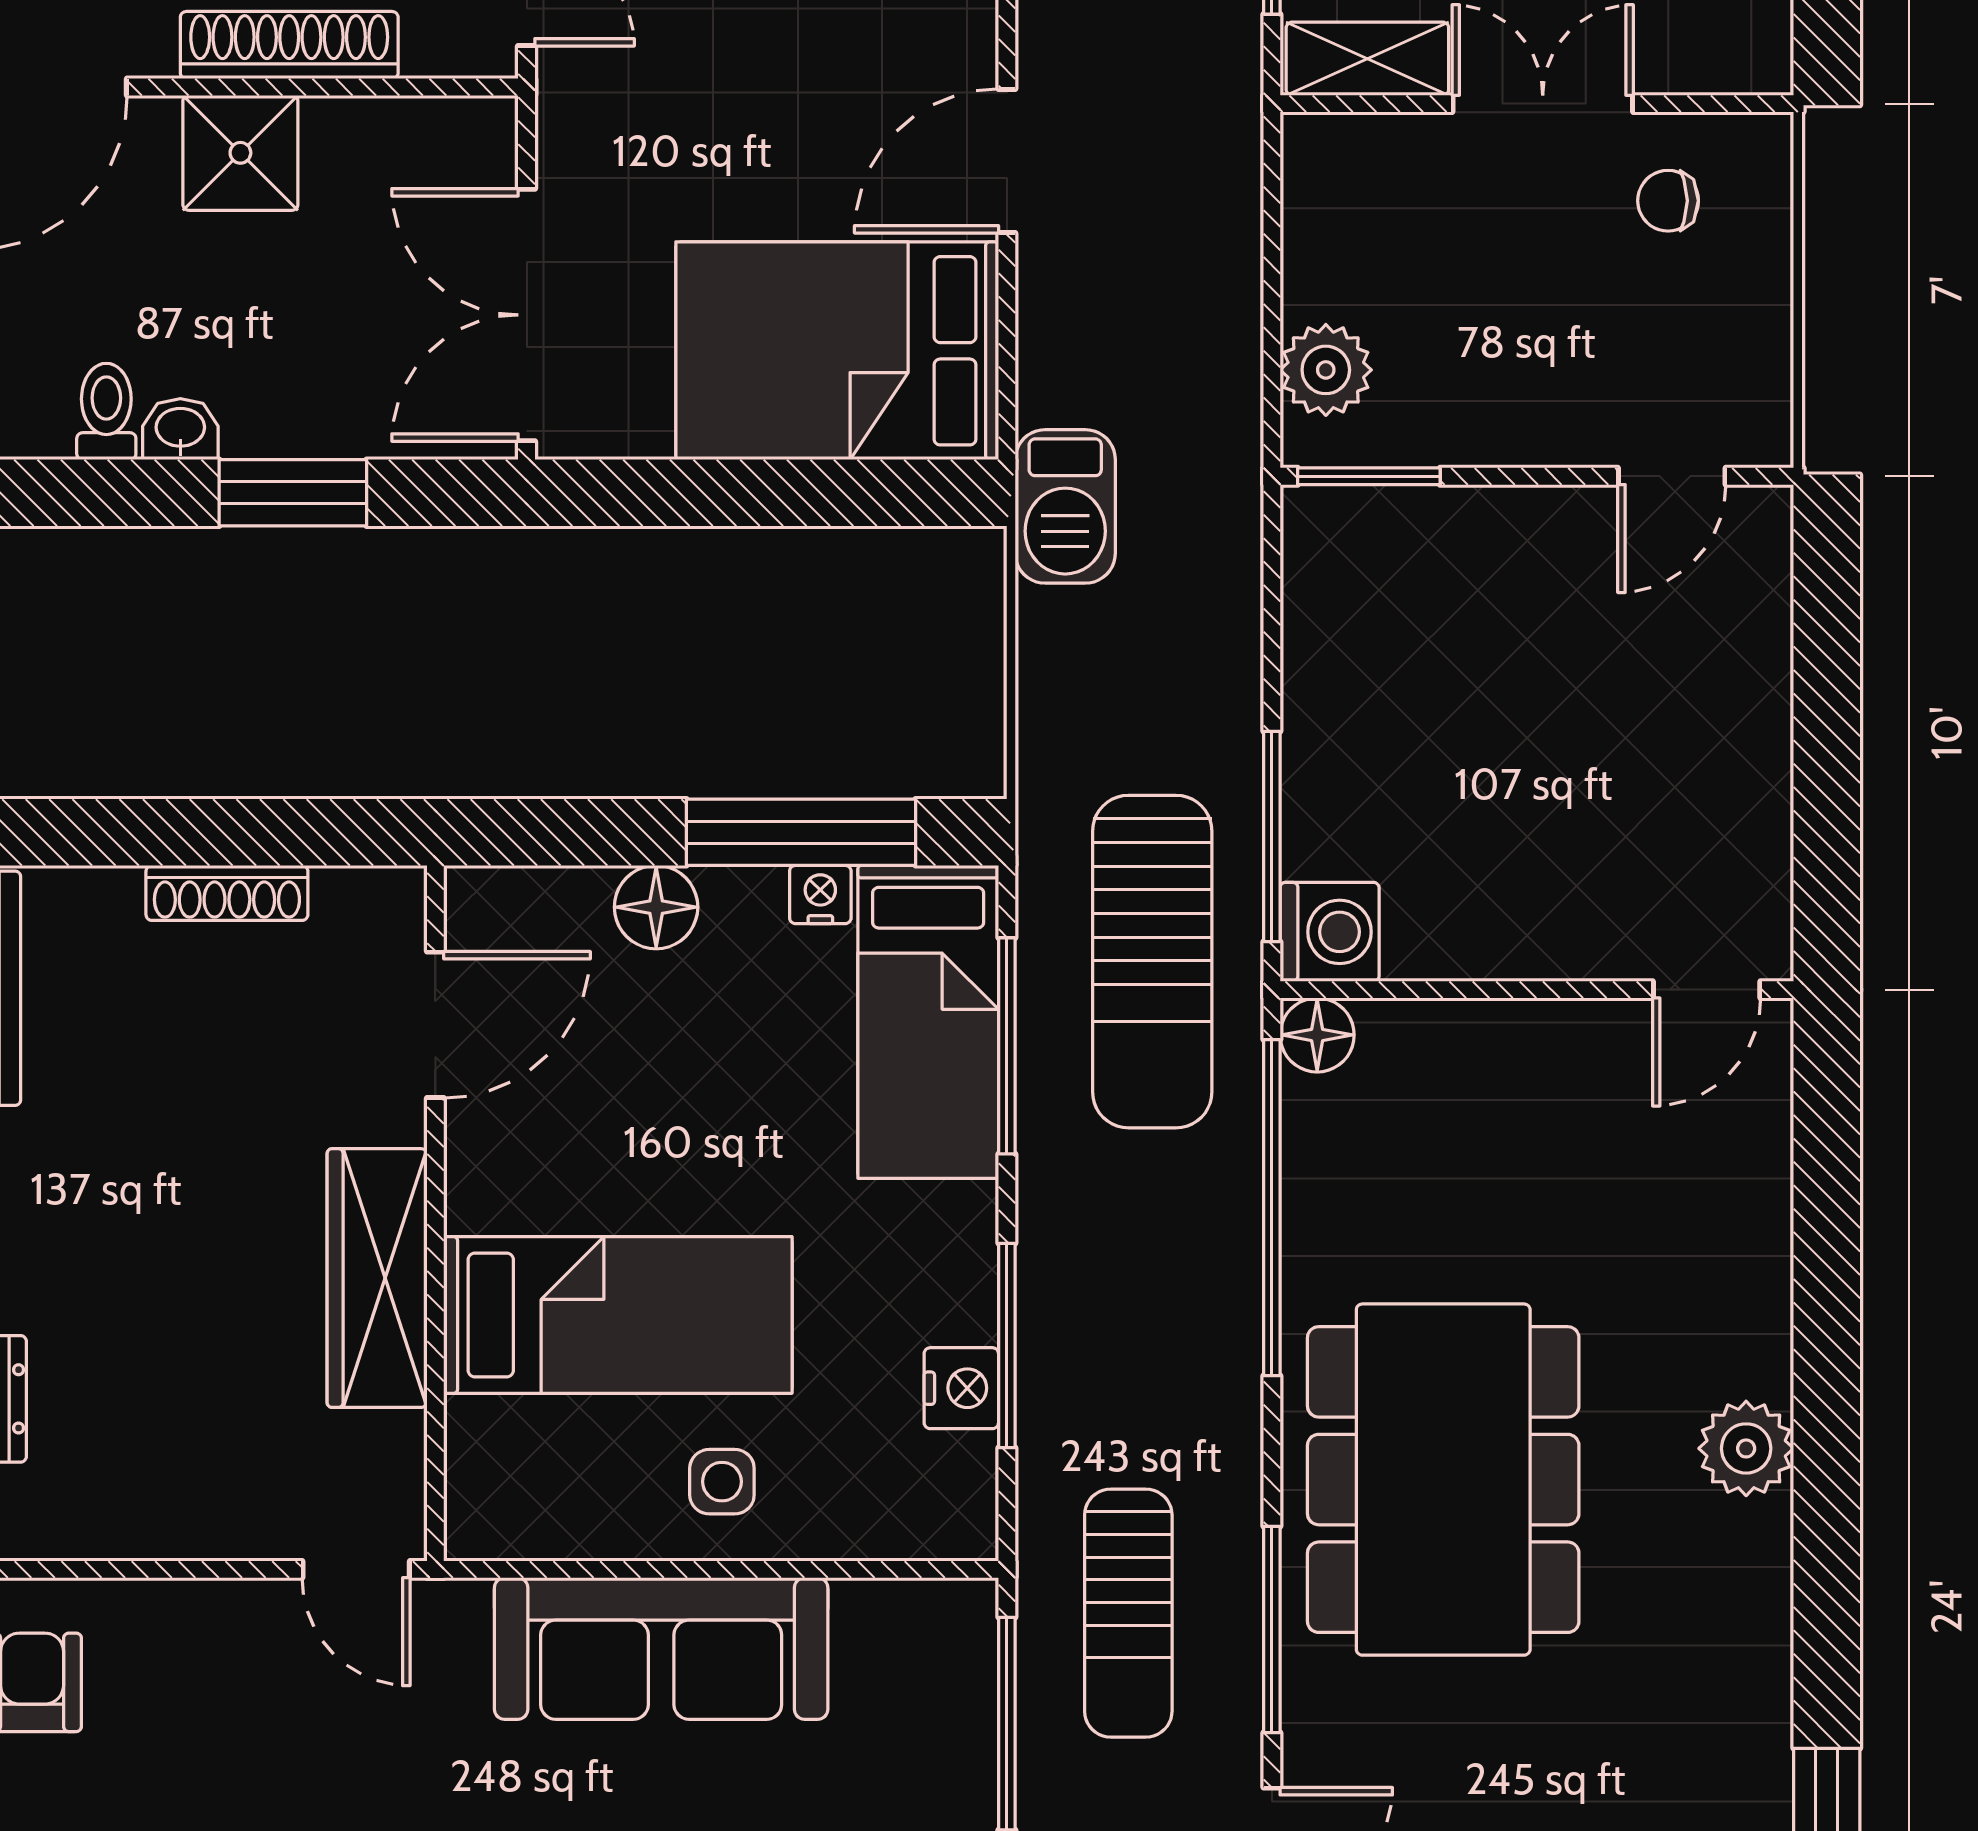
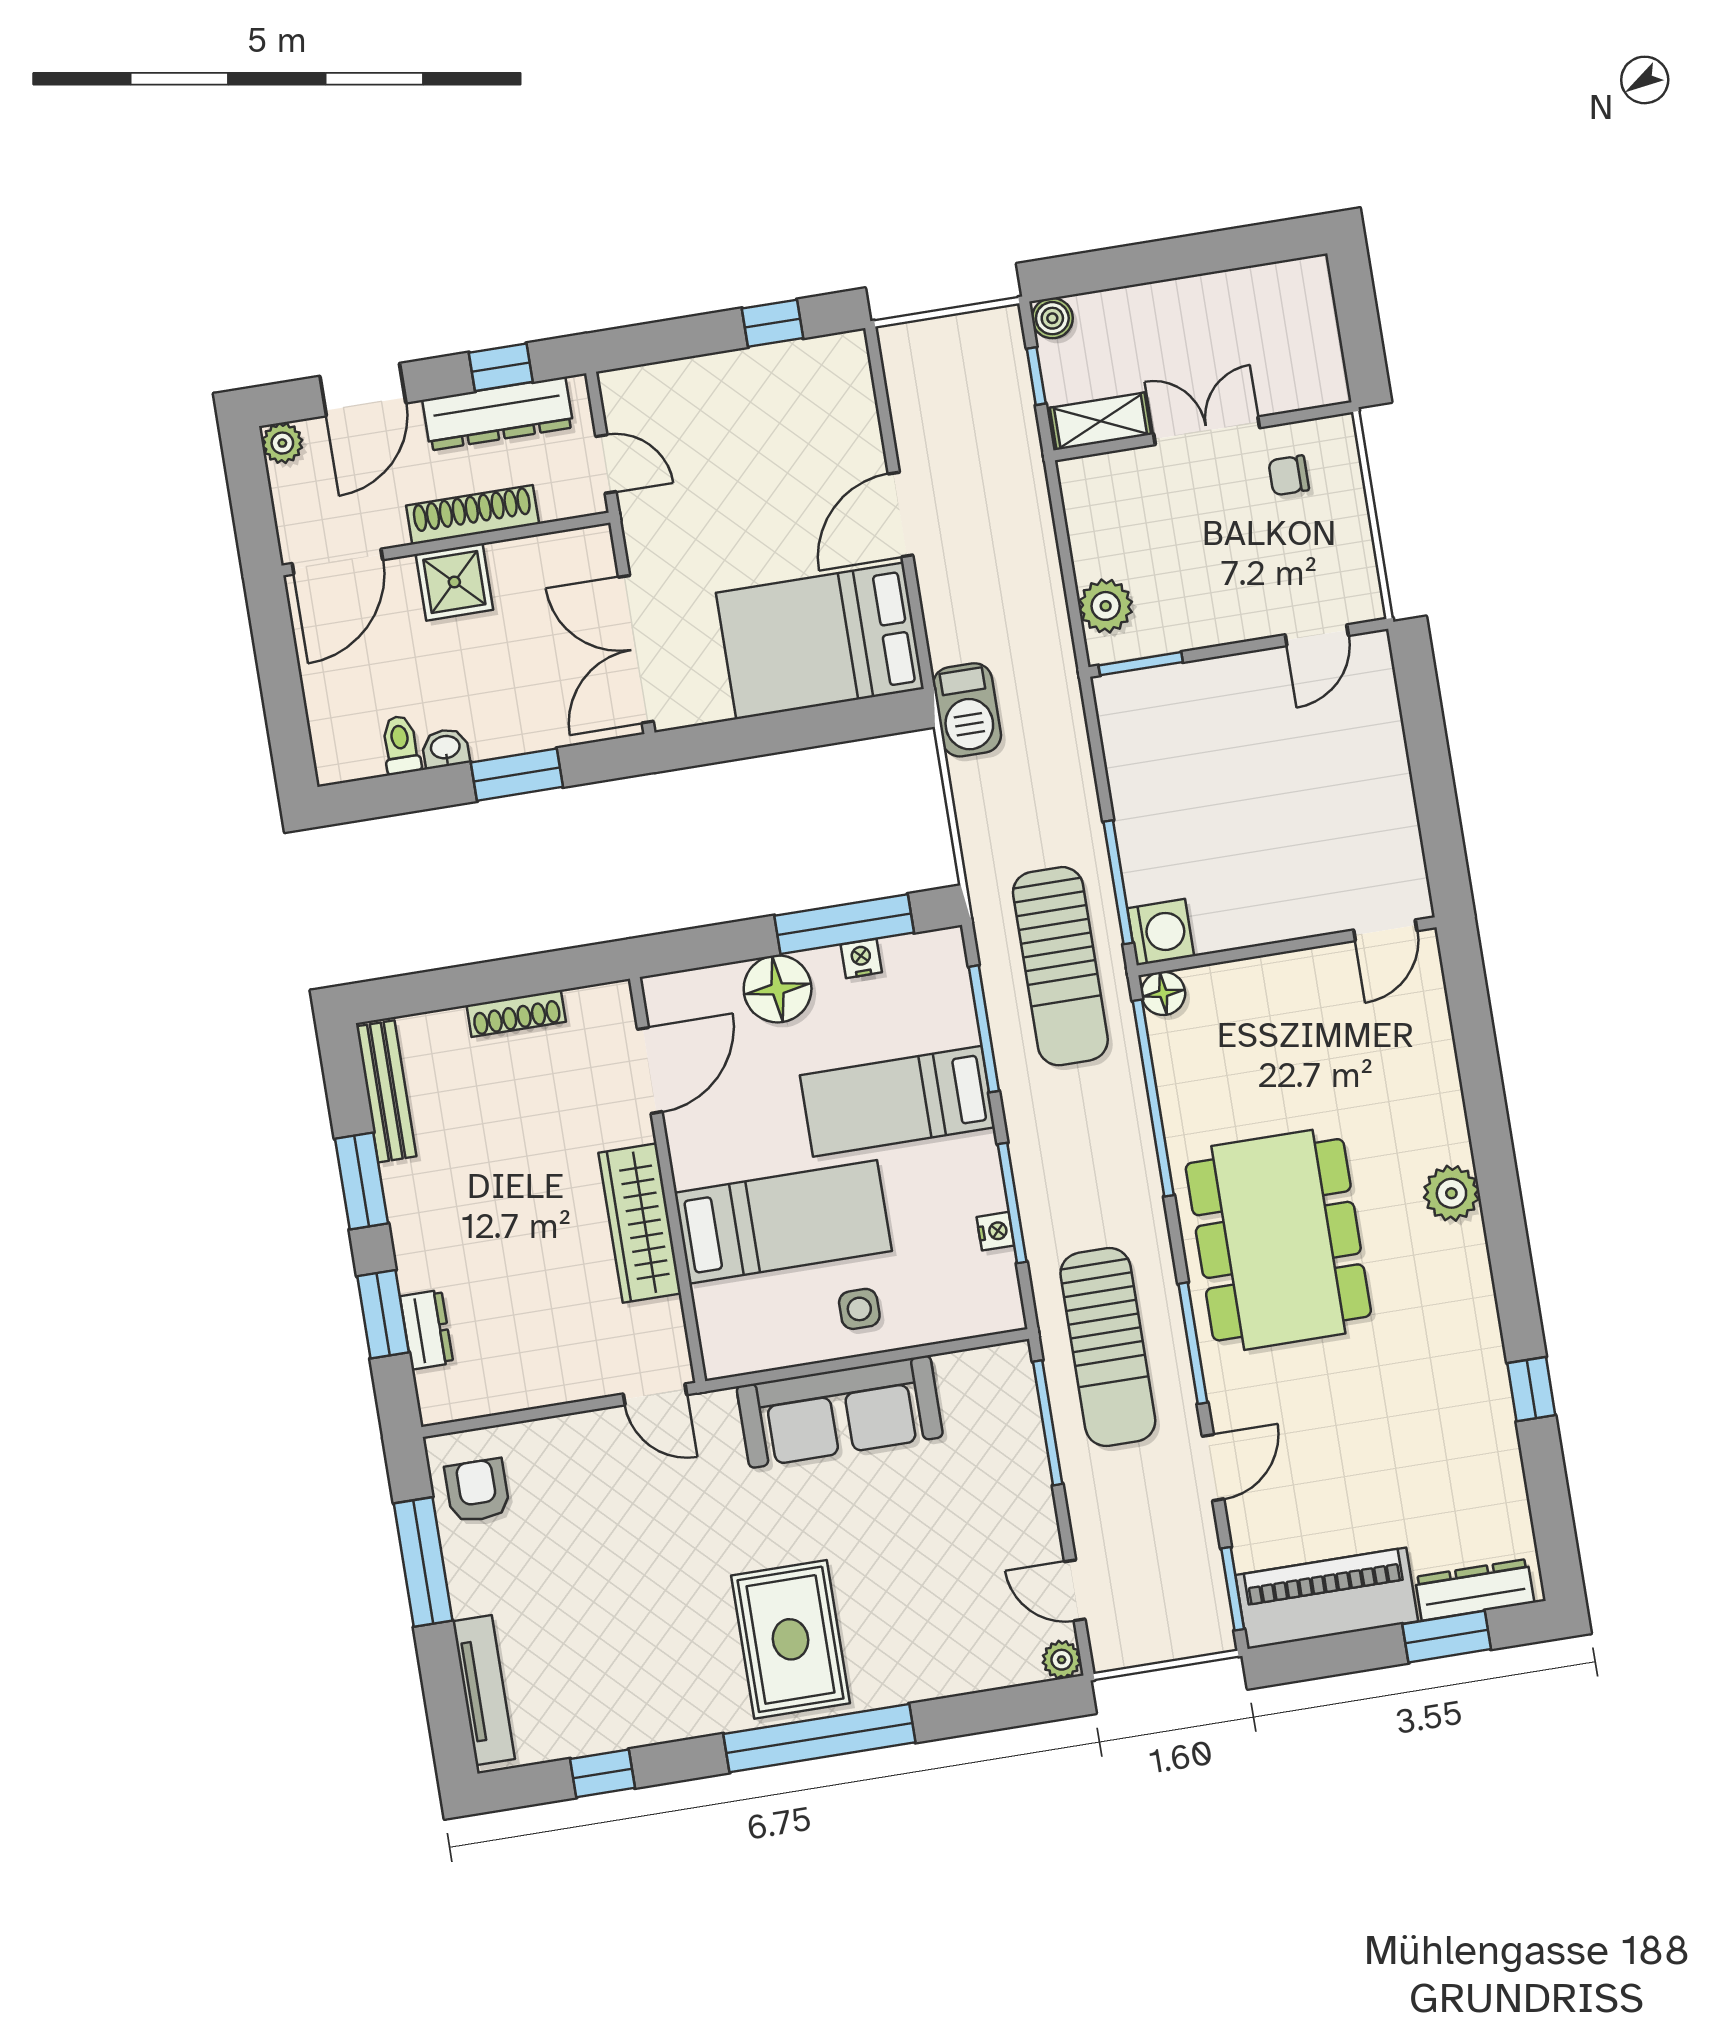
floor lamp: (656, 907) -> (778, 989), width x1.38, depth x1.38
bed: (928, 1022) -> (897, 1101), moved, turned 90
nightstand: (961, 1388) -> (995, 1231), width x0.72, depth x0.74
sun lounger: (1128, 1613) -> (1108, 1347), width x1.36, depth x1.34

